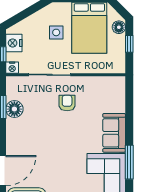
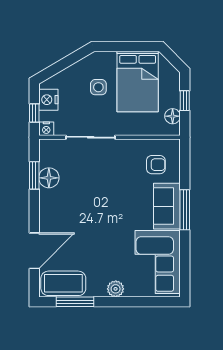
floor lamp: (119, 27) -> (173, 116), moved
armchair: (67, 103) -> (156, 165), moved, turned 90
window: (129, 162) -> (185, 210), moved

